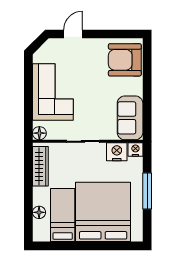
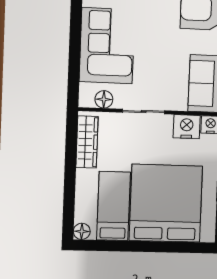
floor lamp: (39, 133) -> (104, 99), moved
floor lamp: (39, 212) -> (82, 231), moved

